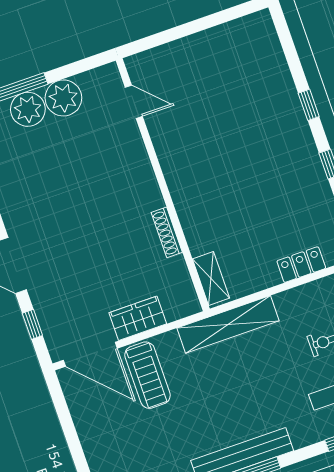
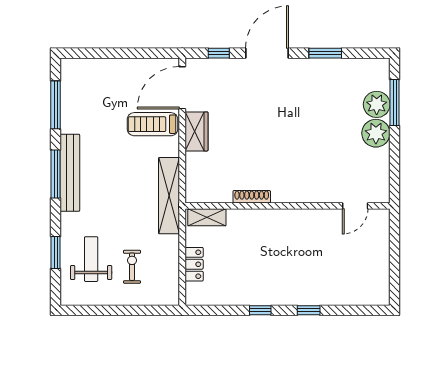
door: (134, 102) -> (355, 206), moved
wall: (163, 185) -> (287, 206), moved
shoe rack: (167, 232) -> (252, 197), moved
shelving: (211, 278) -> (207, 217), moved

